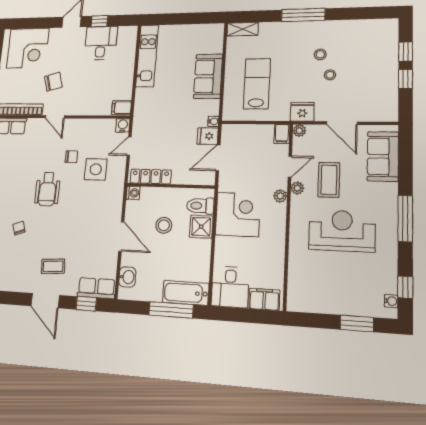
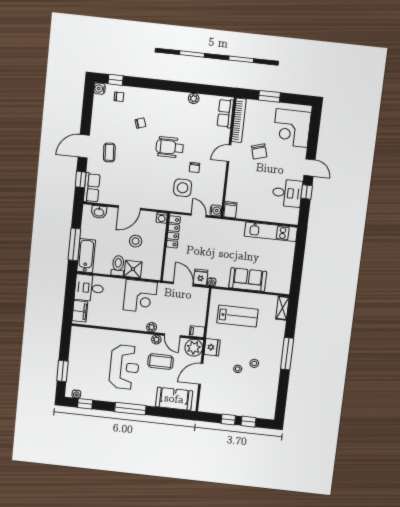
plant: (299, 131) -> (194, 348), width x1.87, depth x1.87
toilet: (200, 206) -> (118, 266), moved

